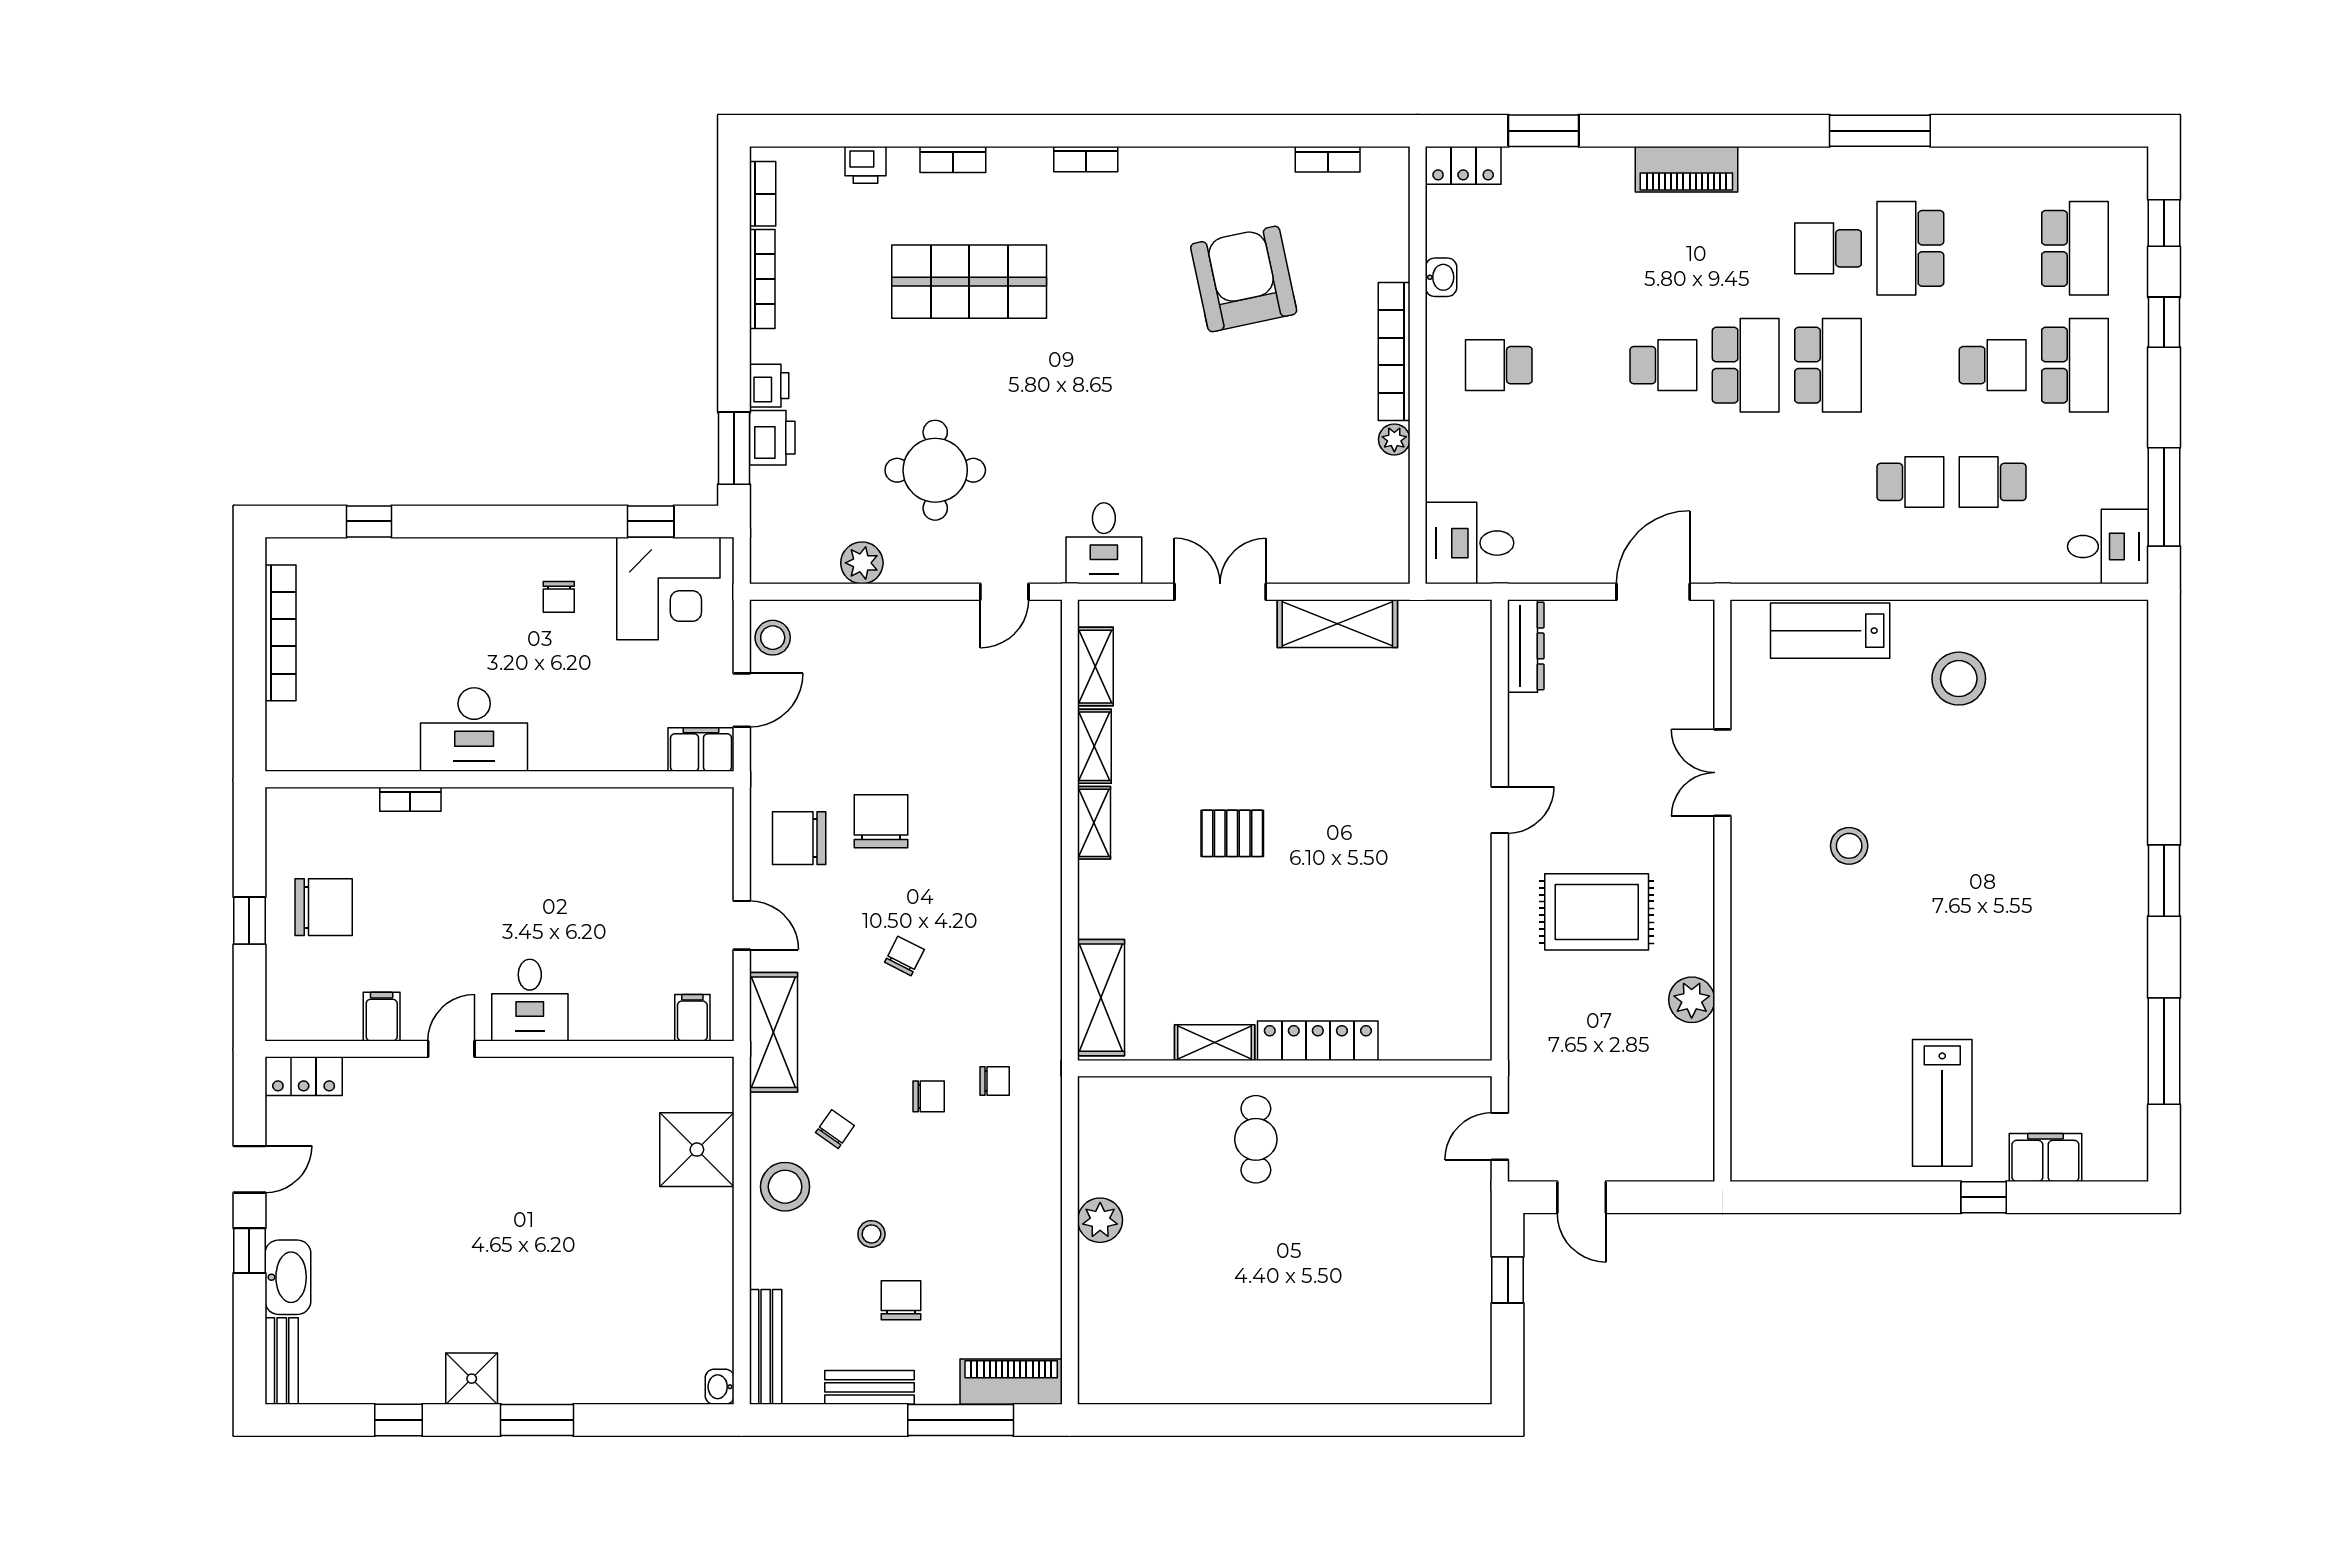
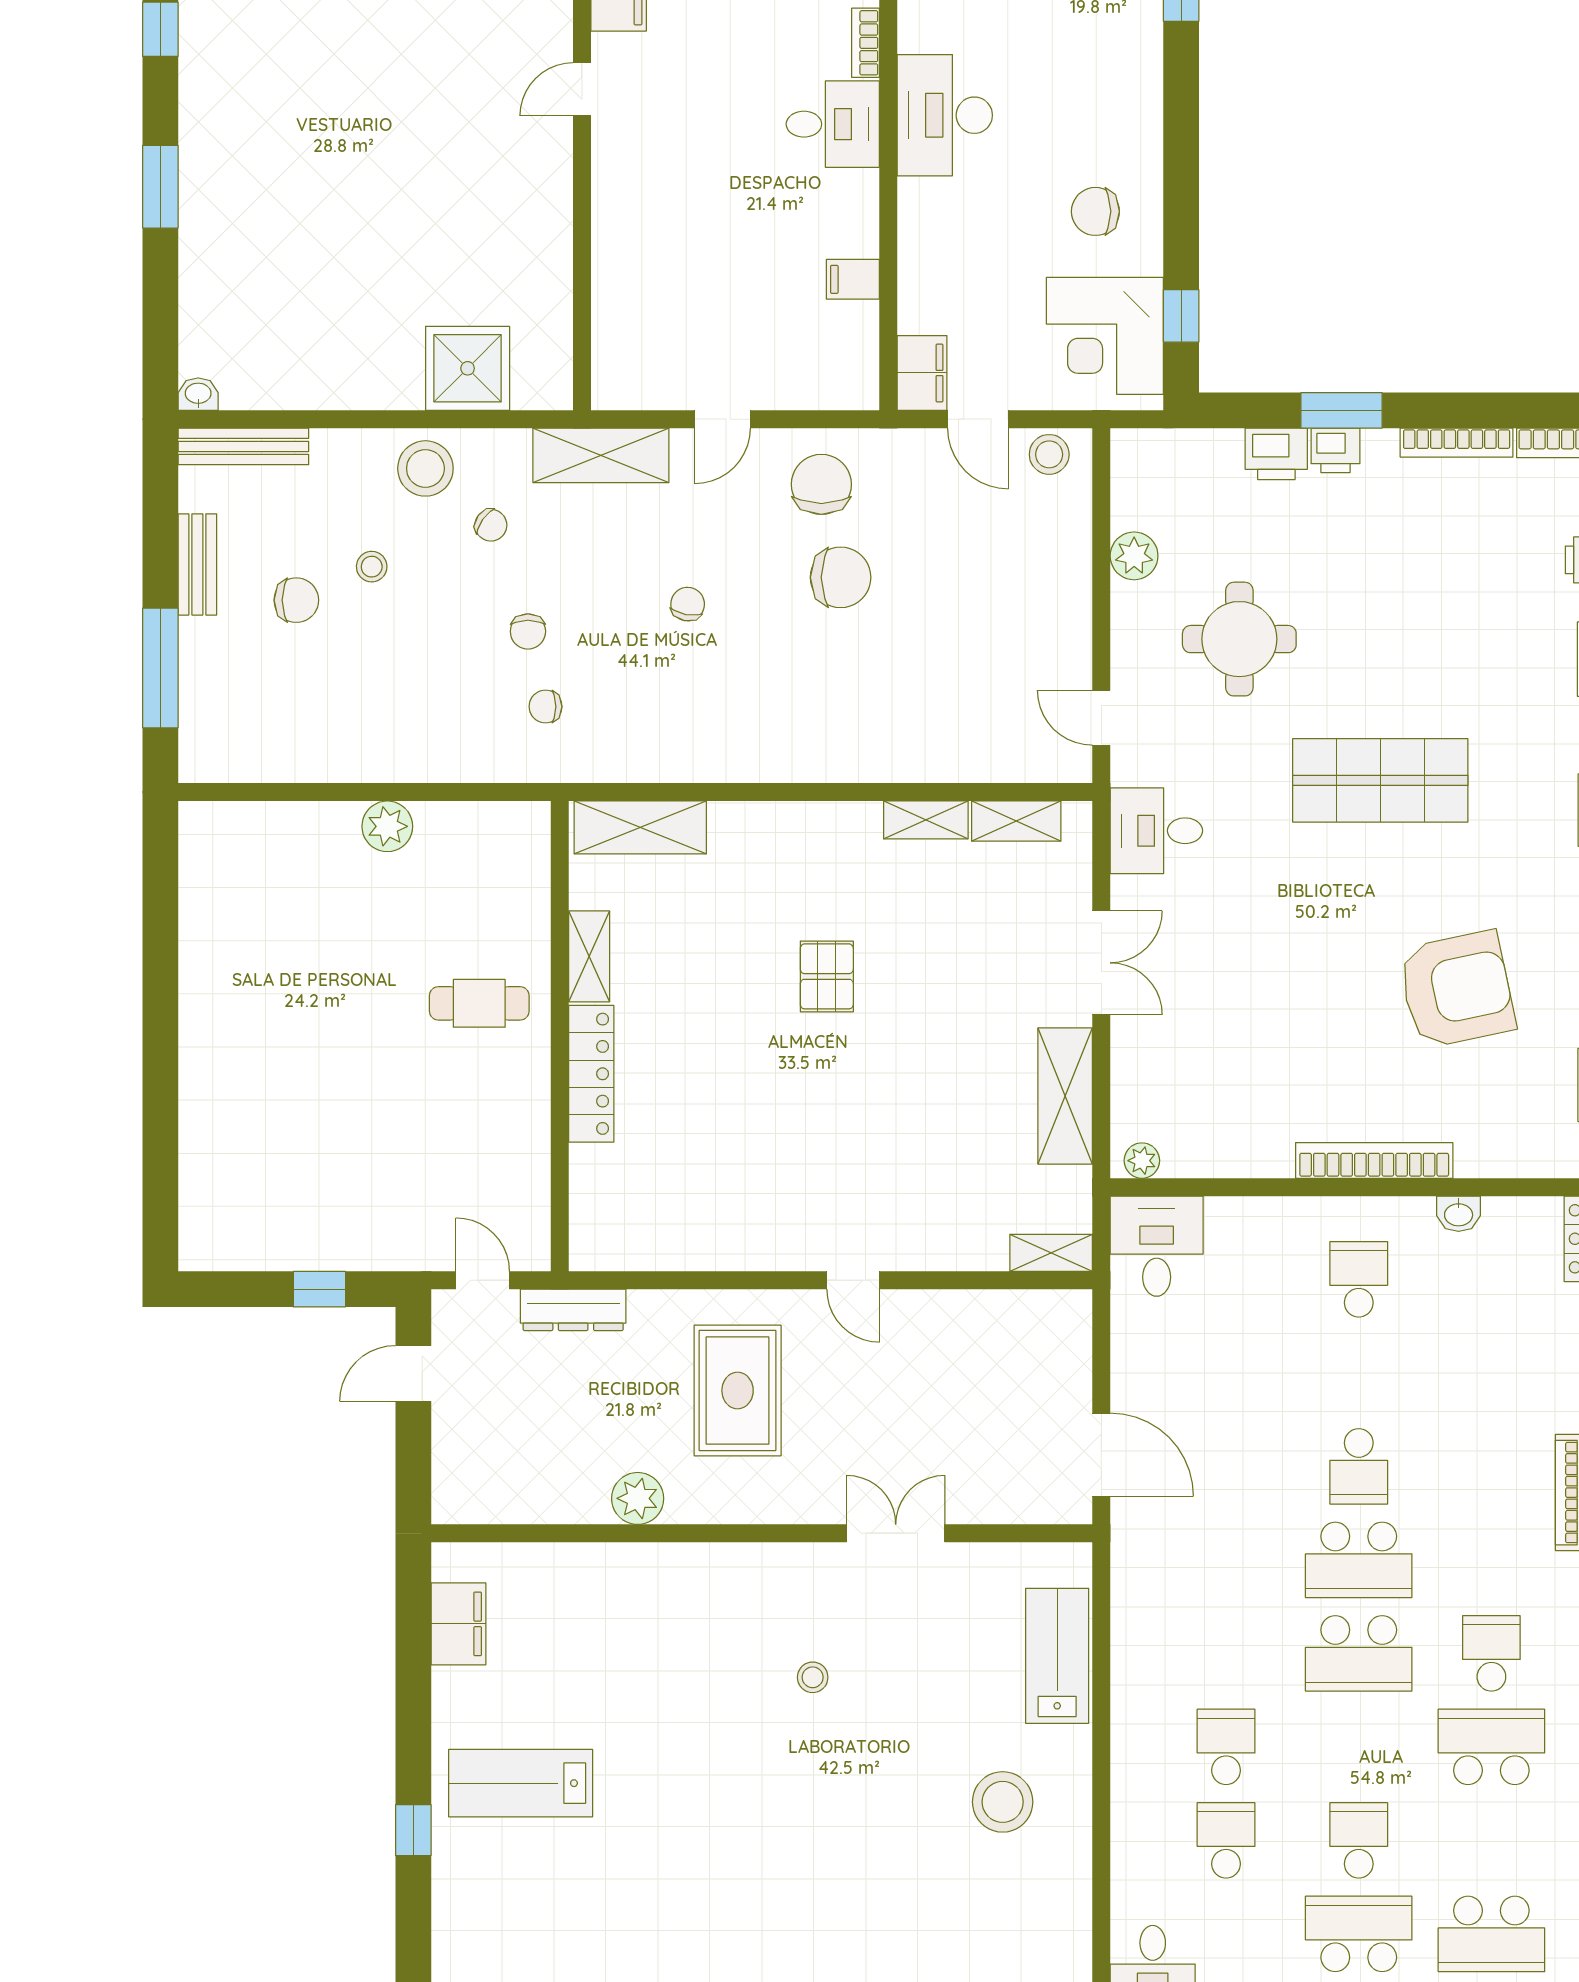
shop shelf: (969, 282) -> (1380, 780), moved, turned 90
school desk: (1993, 365) -> (1359, 1840), turned 180
school desk: (2075, 365) -> (1359, 1934), turned 180
plant: (1394, 439) -> (1142, 1161), moved
window: (734, 448) -> (1341, 410), moved
school desk: (1910, 482) -> (1226, 1747), turned 180
chair: (559, 597) -> (1095, 211), width x1.37, depth x1.37
dresser: (1526, 646) -> (573, 1310), moved
shelving: (1094, 823) -> (1051, 1253), moved
stool: (1849, 846) -> (813, 1677), width x0.73, depth x0.73
chair: (904, 956) -> (688, 604), turned -106
desk: (530, 1000) -> (833, 124), moved, turned 180
filing cabinet: (692, 1018) -> (853, 279), moved, turned 180
door: (451, 1049) -> (582, 89), swing flipped
chair: (995, 1081) -> (545, 707), turned 90
filing cabinet: (2045, 1158) -> (458, 1624), moved
shower: (472, 1379) -> (207, 112), removed
piano: (1011, 1382) -> (204, 725), removed

